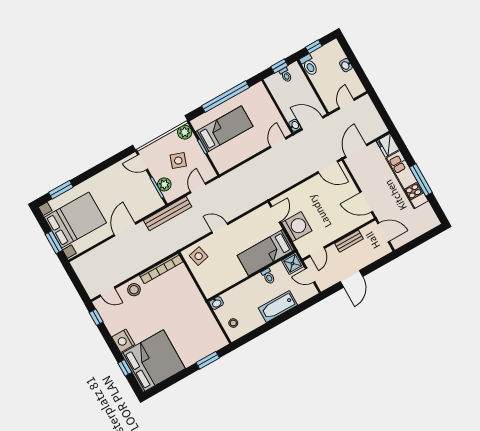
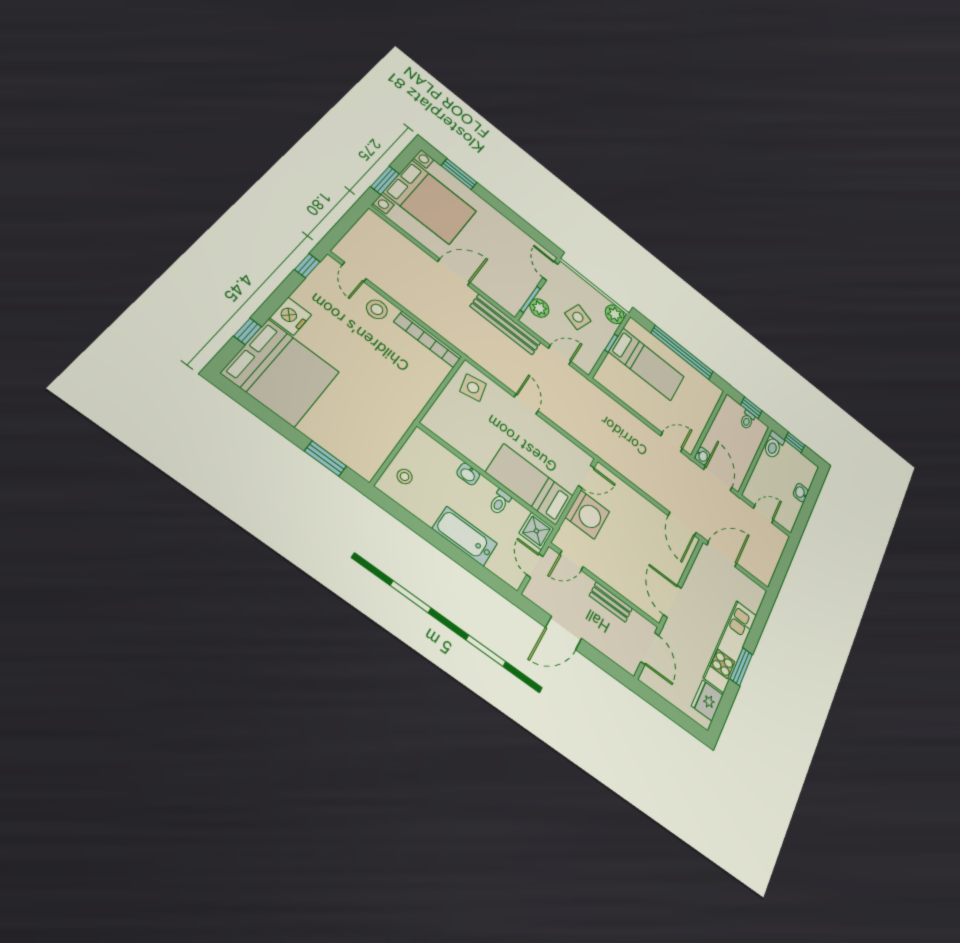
fridge: (388, 145) -> (707, 700), moved
window: (421, 180) -> (741, 667), width x0.69
washbasin: (216, 303) -> (468, 474), moved

